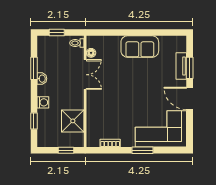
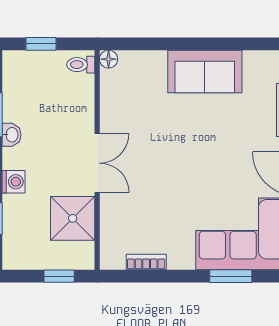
floor lamp: (91, 53) -> (109, 59), moved
double door: (85, 75) -> (97, 163), moved
window: (143, 150) -> (231, 276), moved

